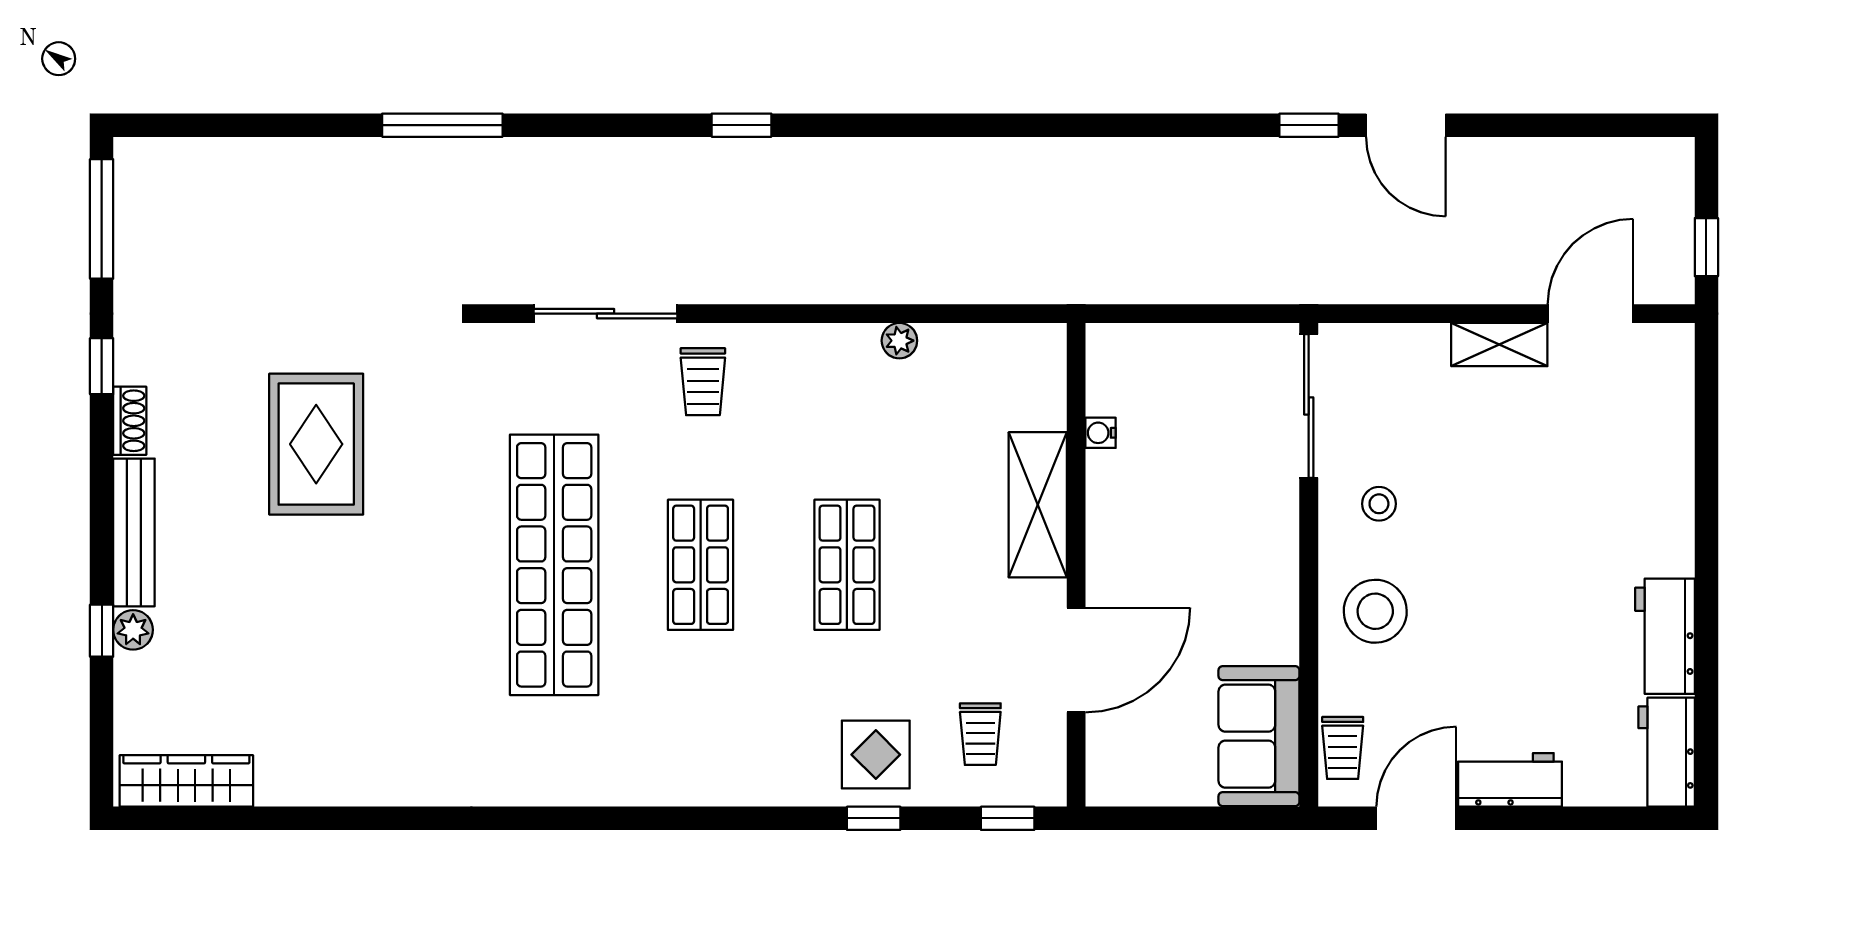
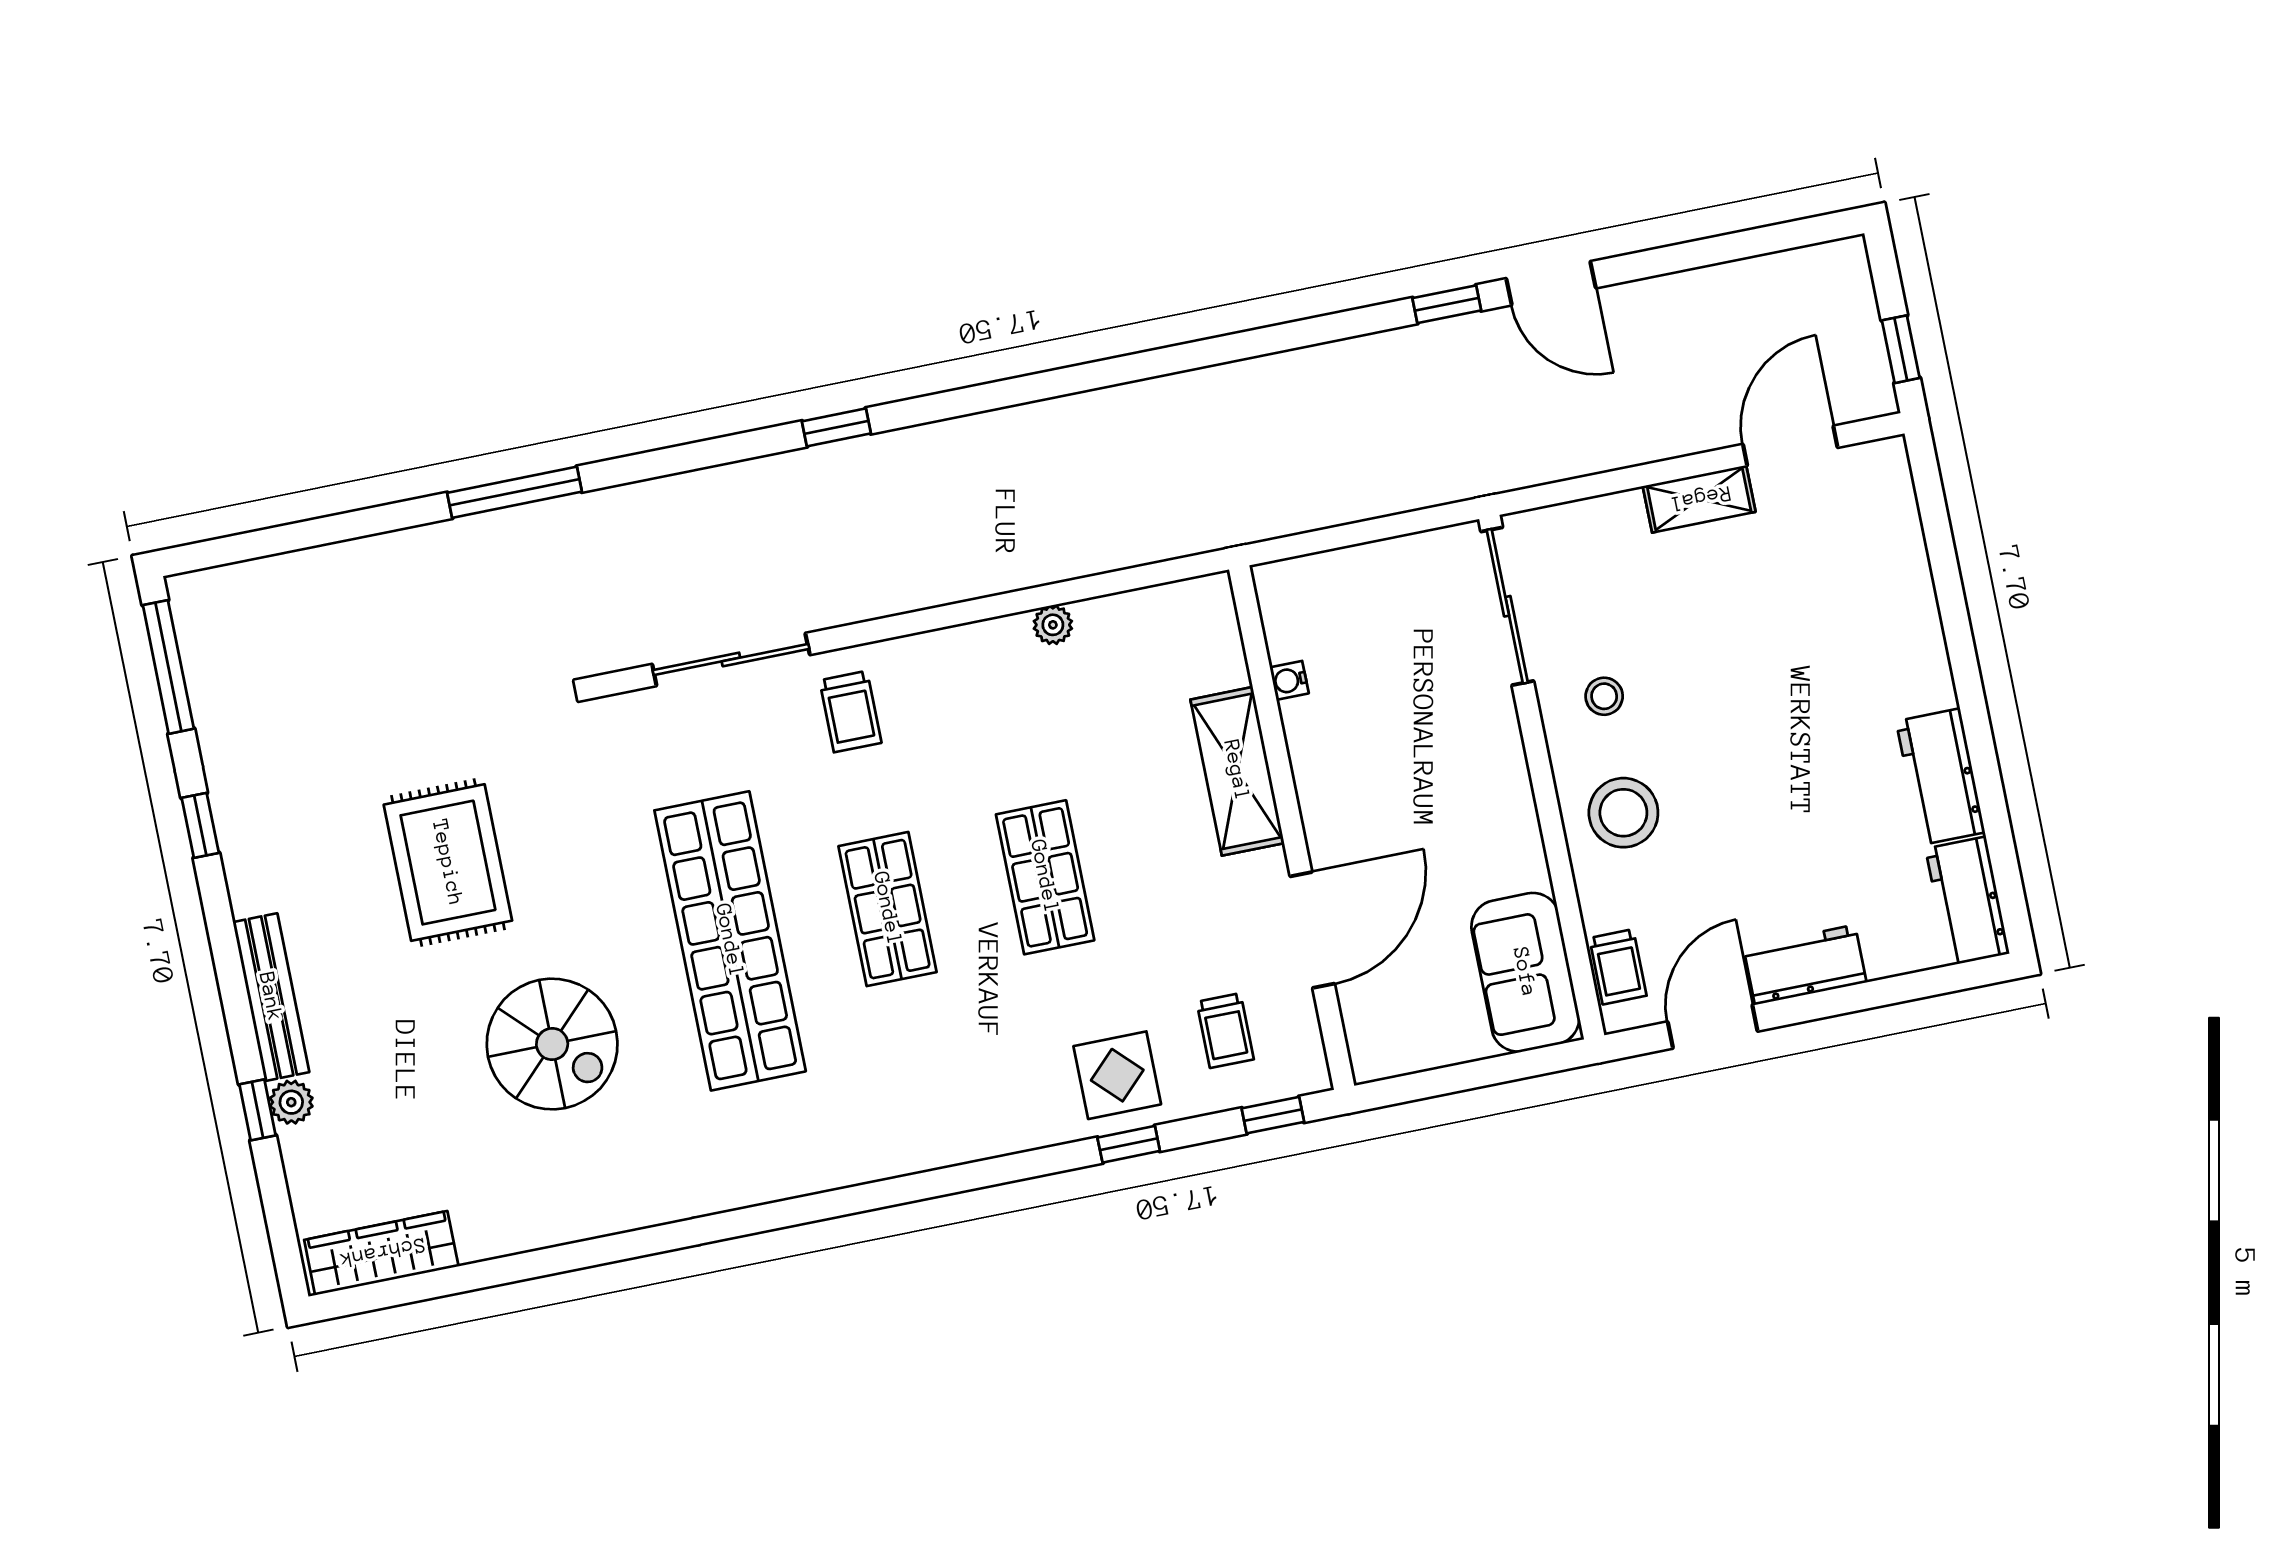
shoe rack: (130, 421) -> (242, 878), removed
spiral stairs: (377, 625) -> (552, 1044), added

